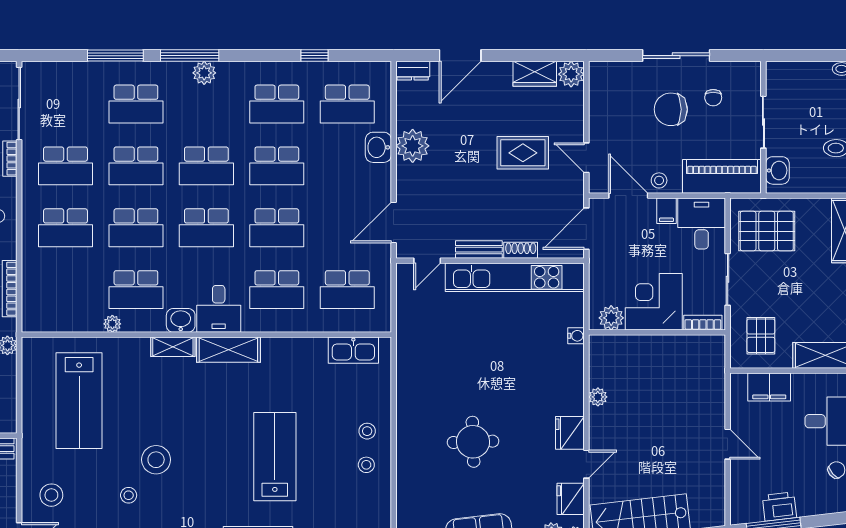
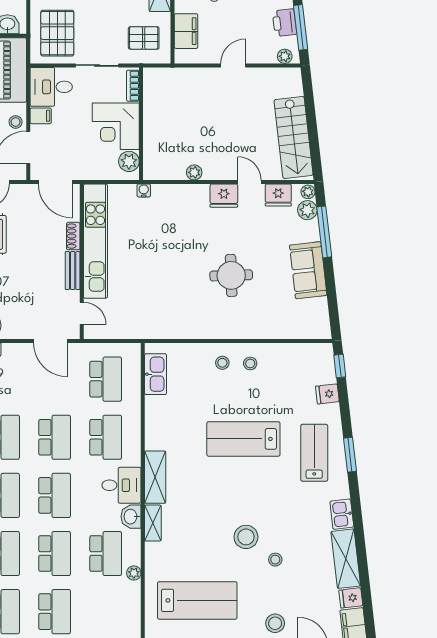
plant: (739, 507) -> (285, 56), added

